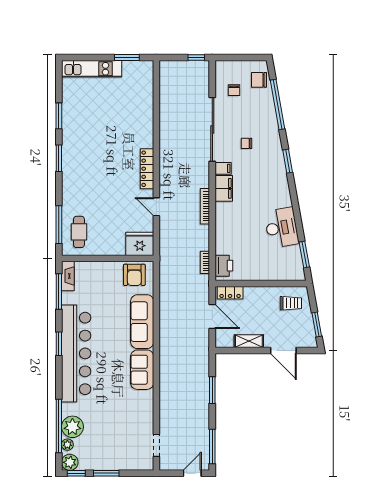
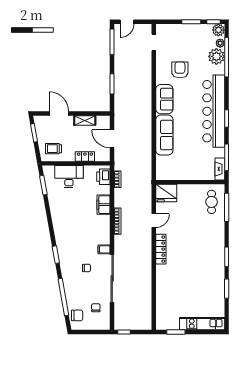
filing cabinet: (224, 188) -> (104, 205), moved
door: (156, 207) -> (154, 221), hinge flipped
desk: (282, 228) -> (69, 177), moved, turned 100
armchair: (134, 275) -> (180, 70), moved
locker: (230, 293) -> (85, 157), moved

